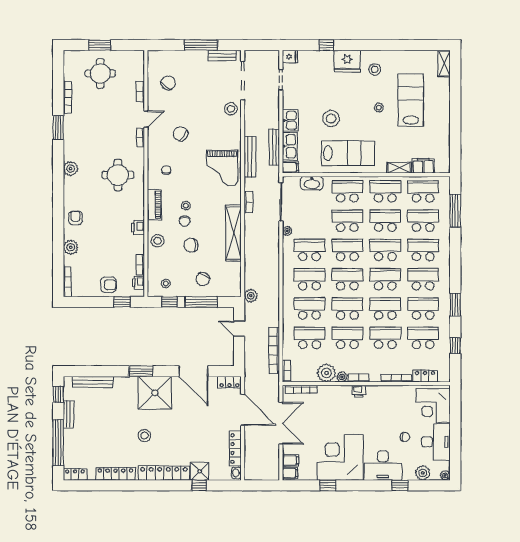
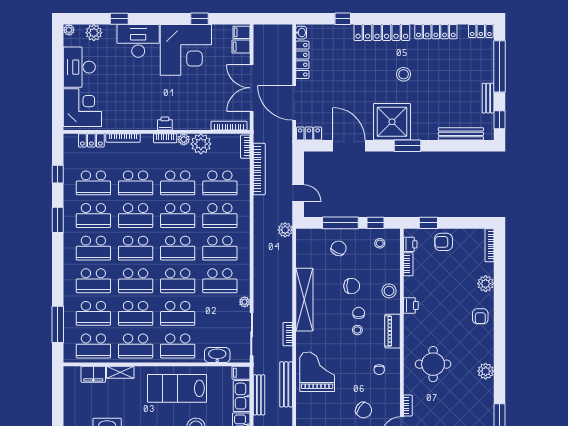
chair: (405, 437) -> (114, 73), removed
shower: (200, 471) -> (342, 34), removed

